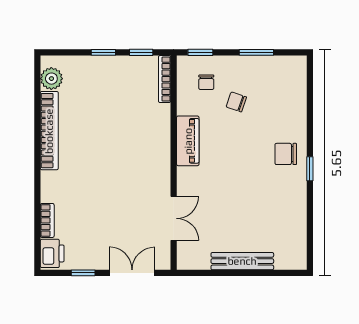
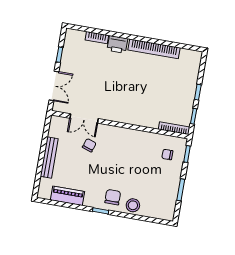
plant: (51, 79) -> (187, 56), removed
chair: (236, 102) -> (89, 145), moved
stool: (293, 121) -> (133, 205), added
piano: (188, 141) -> (68, 196), moved, turned 180
printer: (52, 253) -> (117, 44), moved

